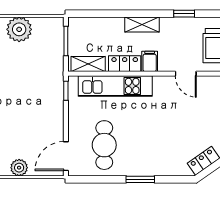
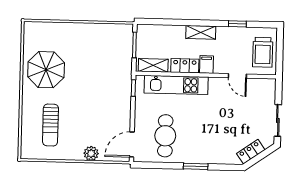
plant: (19, 29) -> (94, 34), removed

